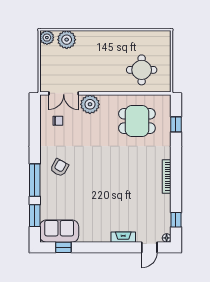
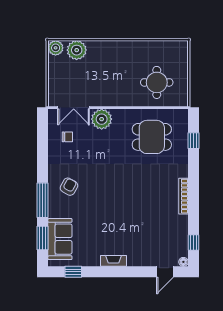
sofa: (59, 231) -> (60, 239), moved, turned 90
fireplace: (123, 237) -> (114, 261), moved

